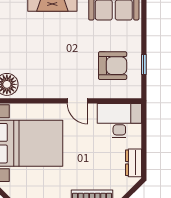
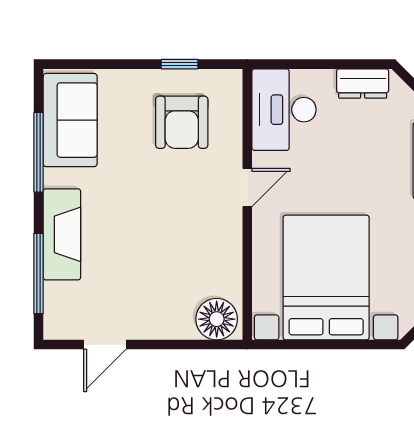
armchair: (113, 66) -> (182, 122), turned 180

